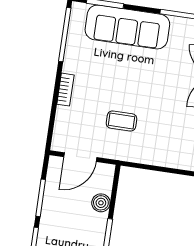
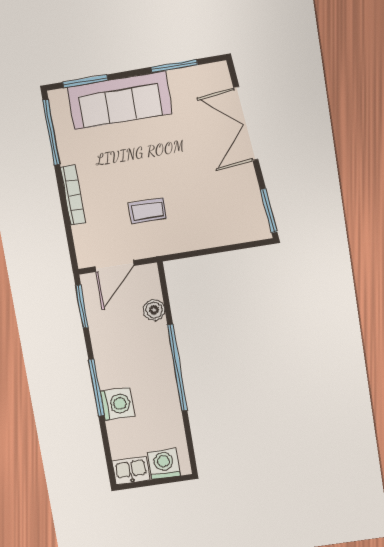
bookcase: (65, 90) -> (73, 195), width x1.56
window: (41, 198) -> (82, 306), moved

